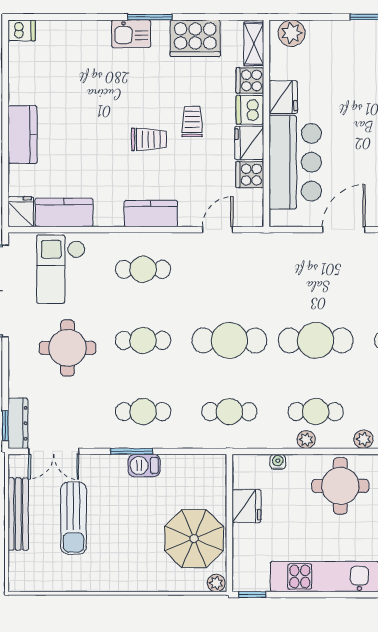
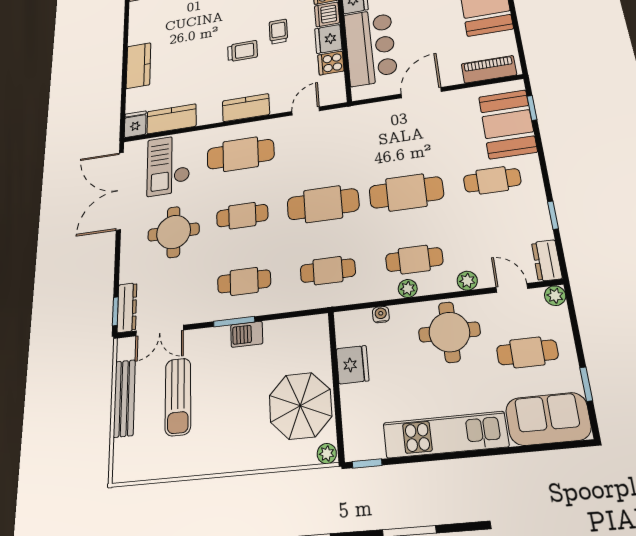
cafe table: (143, 269) -> (240, 154), width x1.37, depth x1.35

